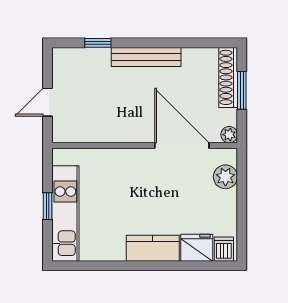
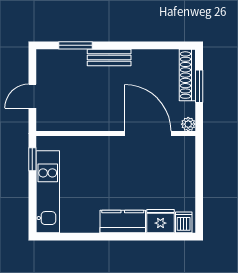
window: (98, 43) -> (76, 45), width x1.50
bench: (146, 57) -> (109, 58), width x0.73
plant: (225, 177) -> (185, 160), removed
window: (47, 206) -> (32, 159), moved

